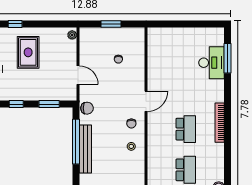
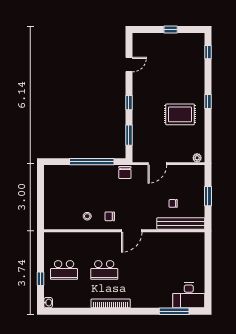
desk: (211, 63) -> (189, 295), moved
door: (146, 101) -> (132, 231), hinge flipped
bench: (85, 149) -> (181, 224), moved

